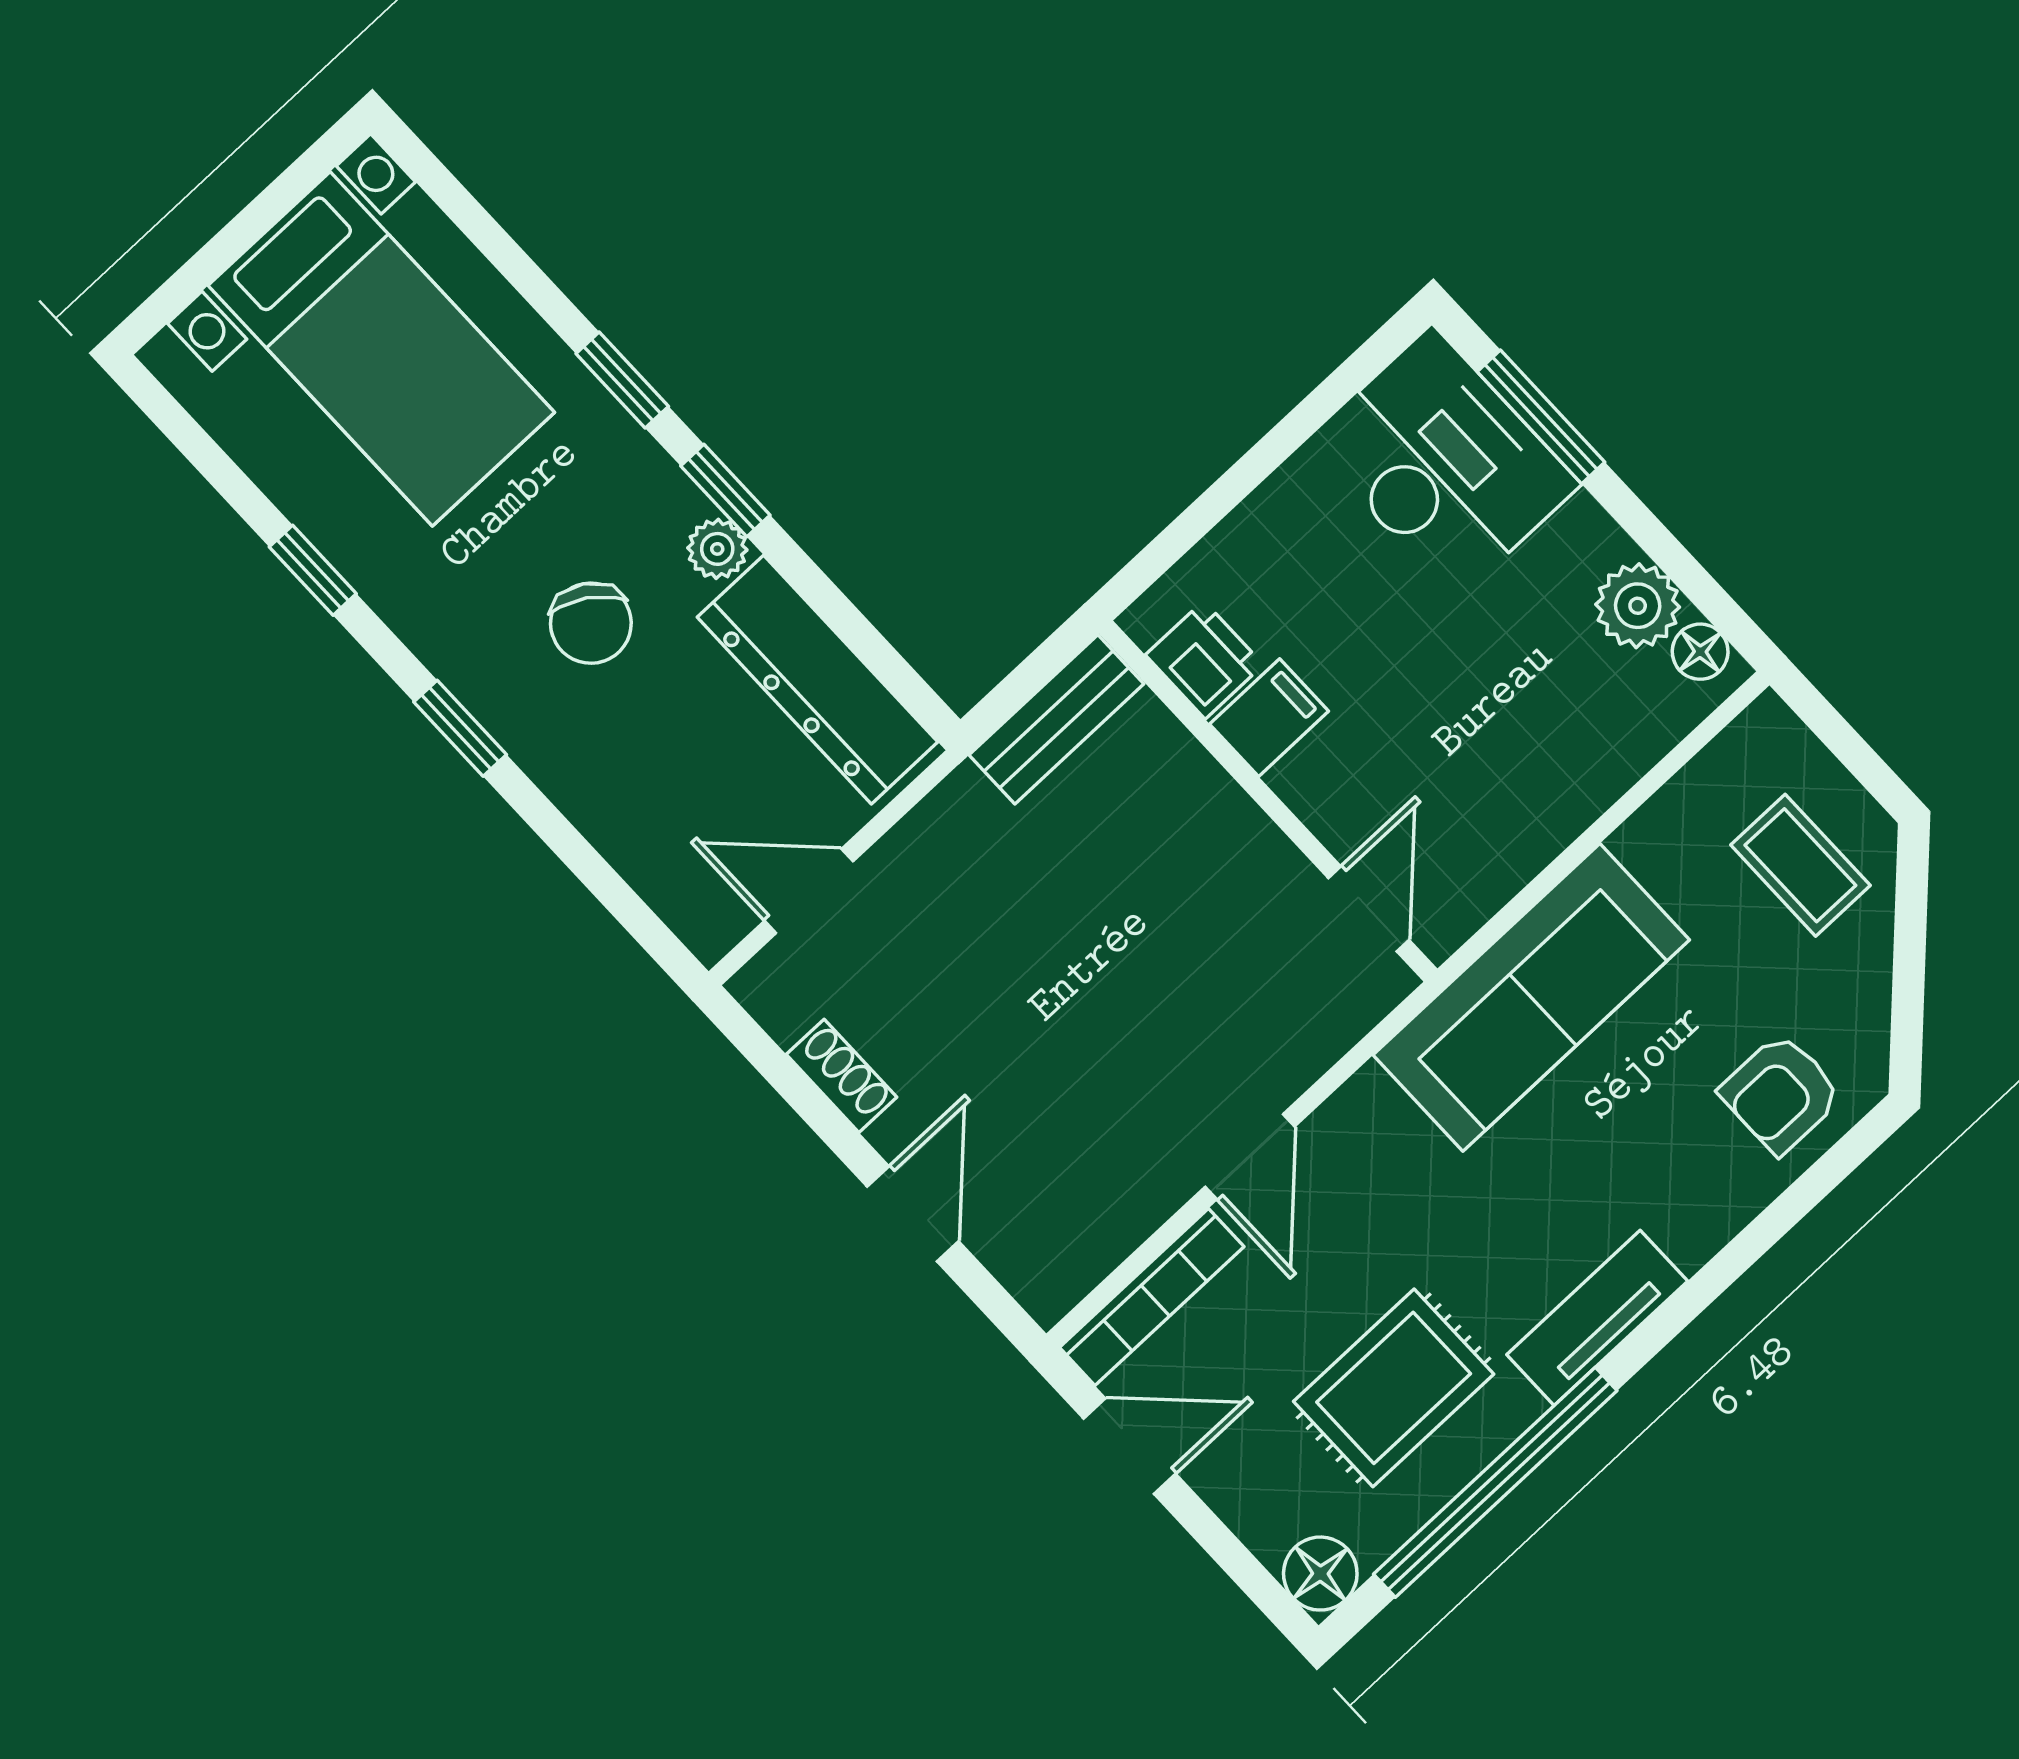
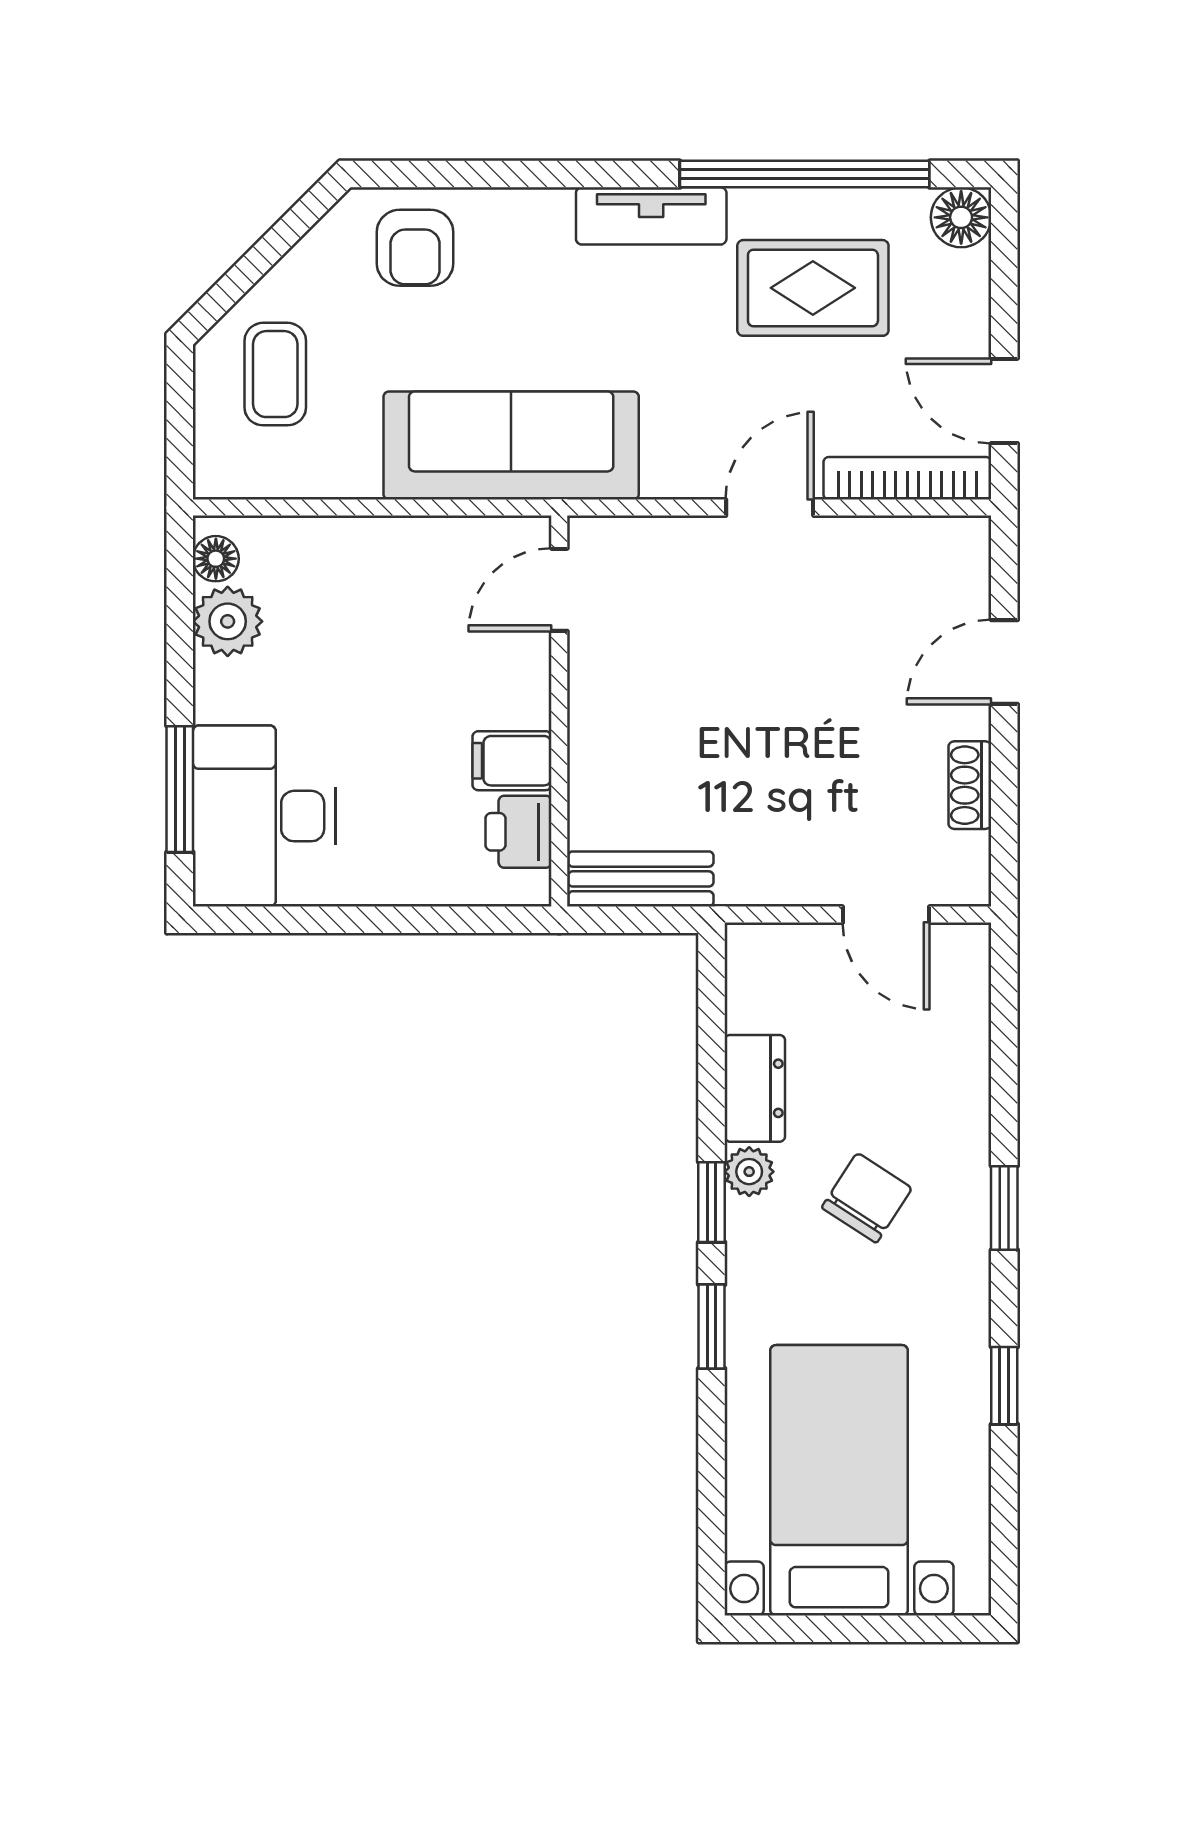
dresser: (818, 680) -> (755, 1088), width x0.51, depth x0.80
armchair: (1781, 1094) -> (415, 248), turned 90

